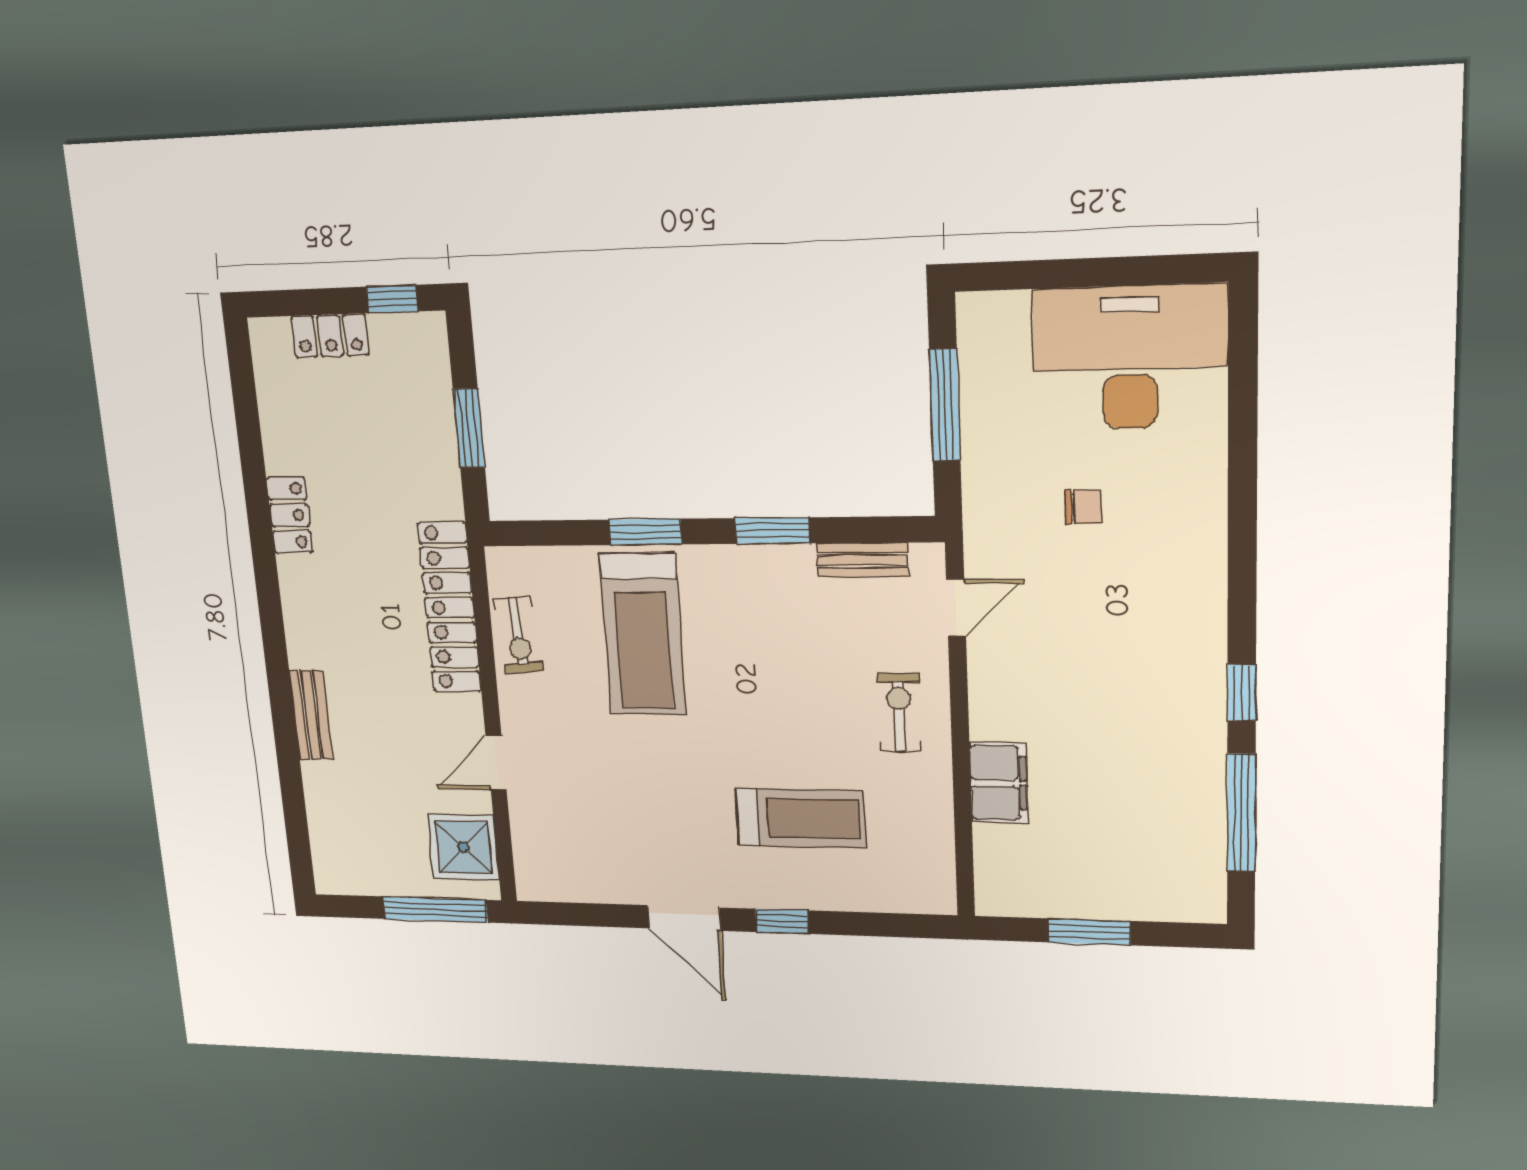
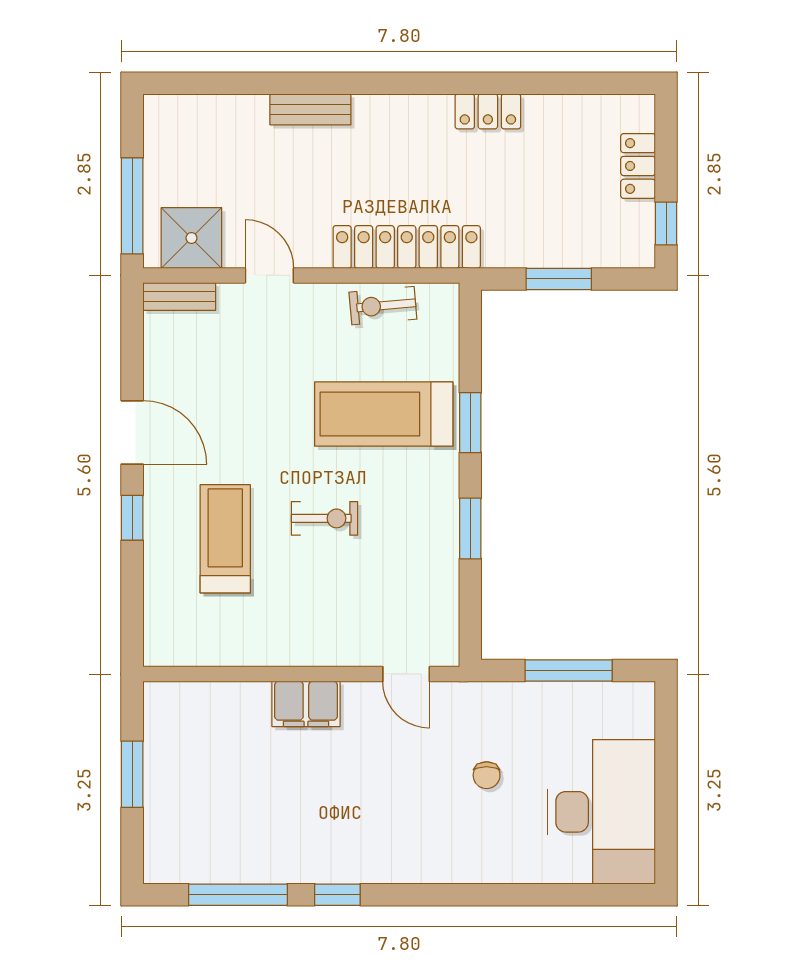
bench: (862, 560) -> (179, 296), moved, turned 90
exercise bike: (900, 713) -> (325, 518), moved
filing cabinet: (999, 783) -> (306, 704), moved
treadmill: (801, 818) -> (225, 539), turned 180
door: (684, 918) -> (132, 432), swing flipped

